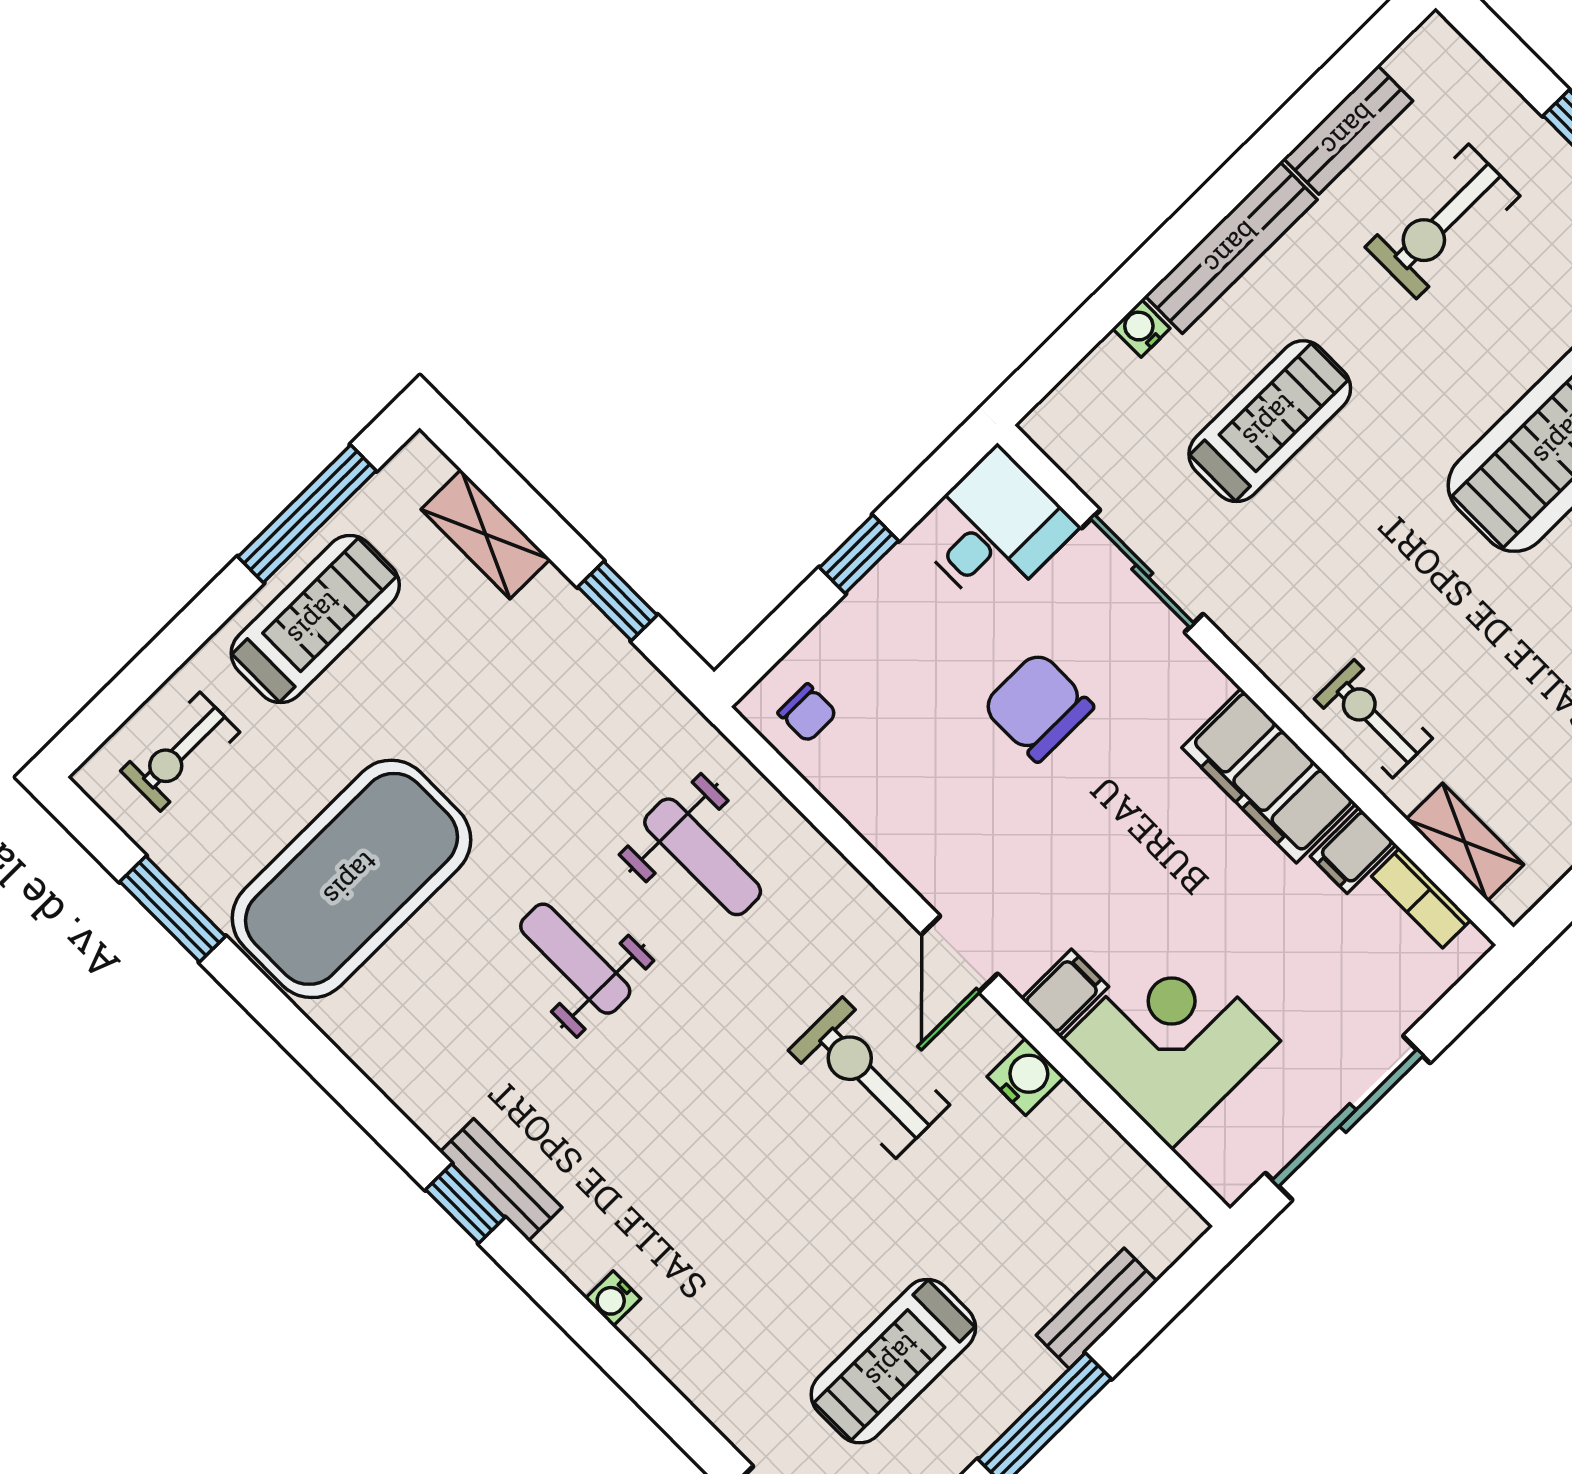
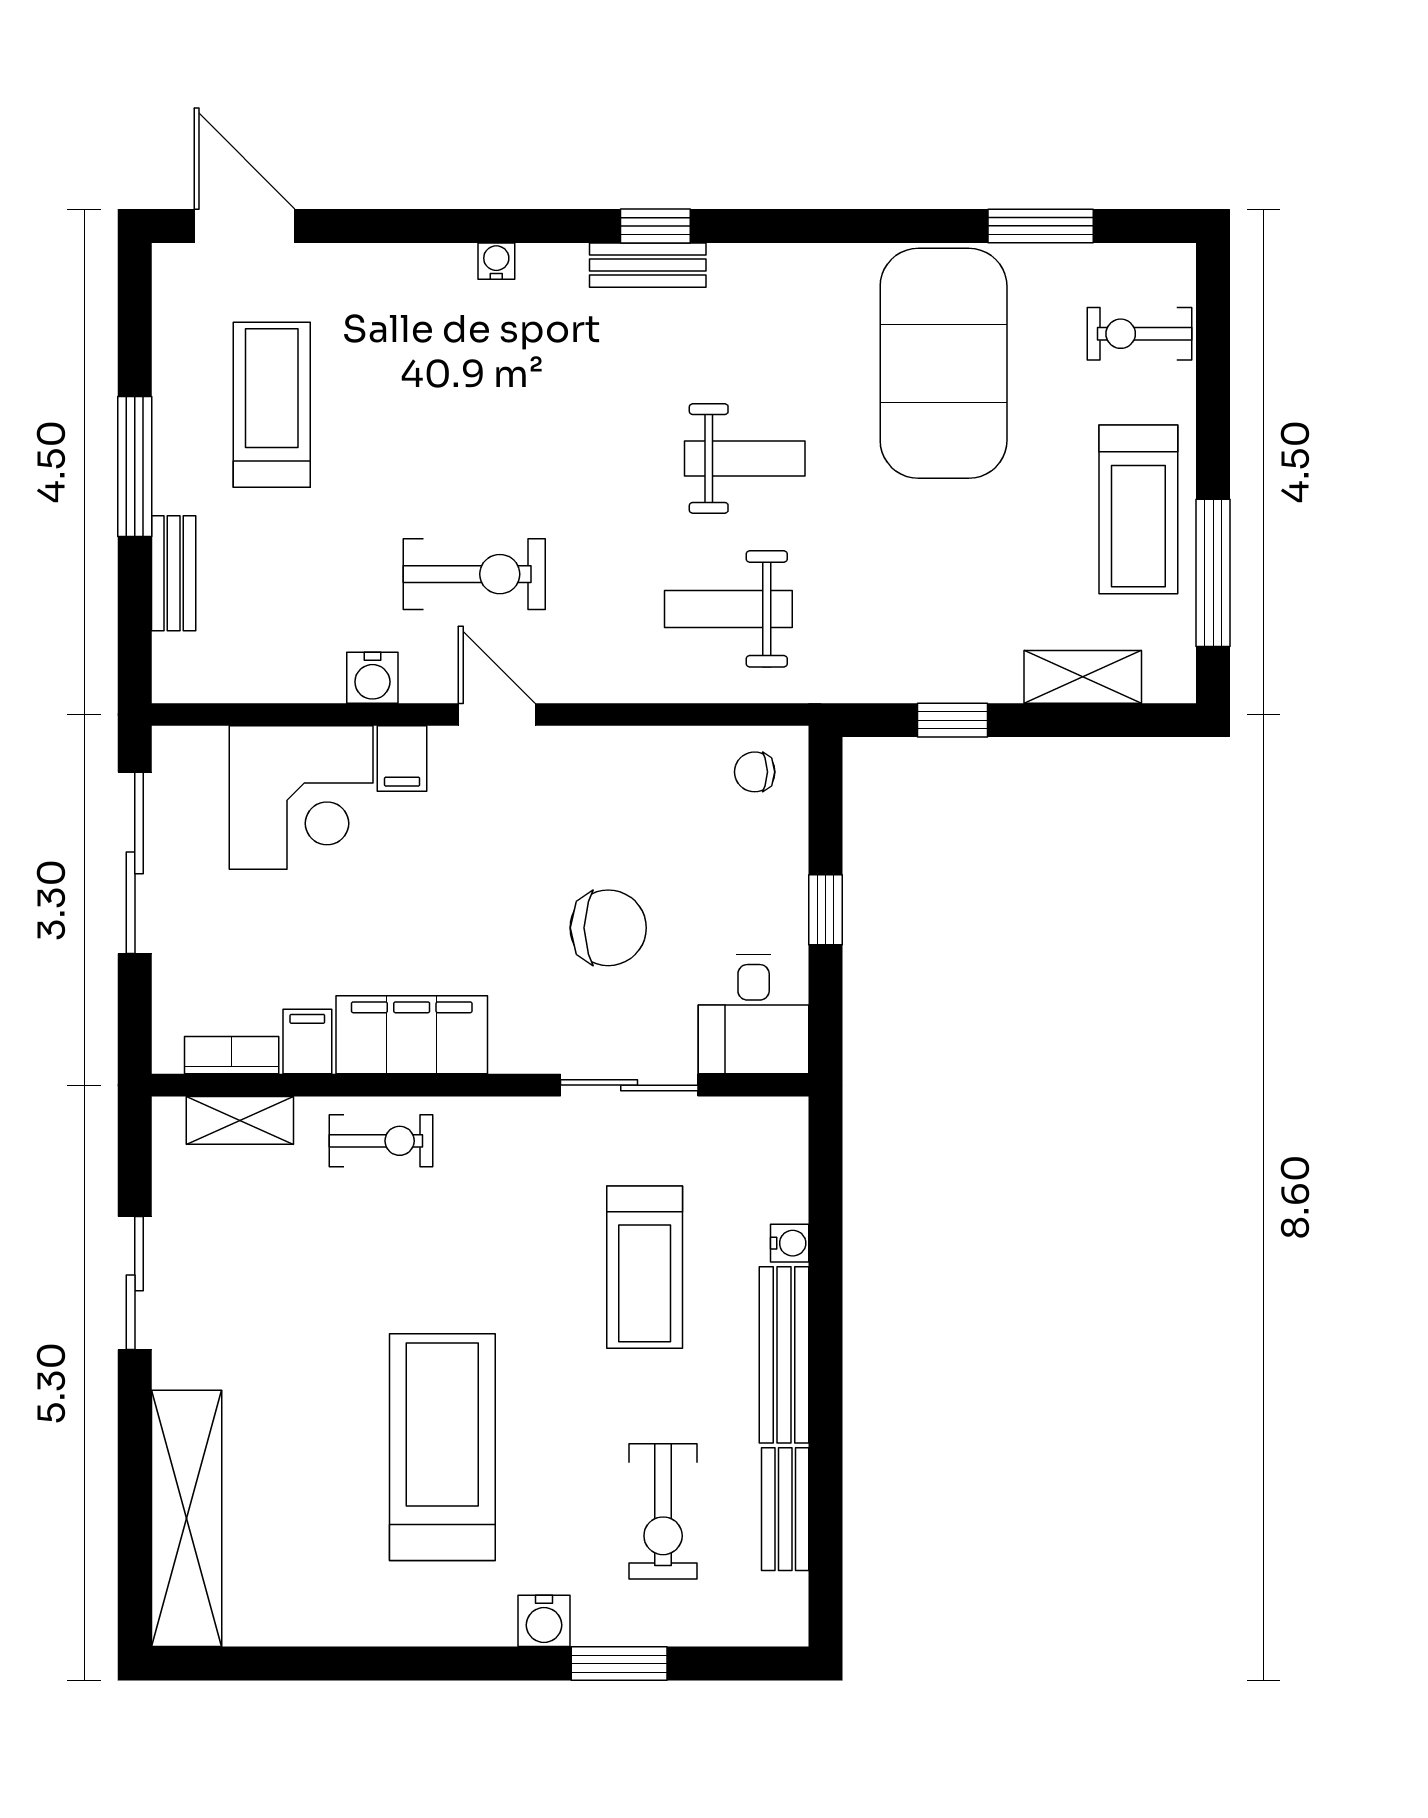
exercise bike: (1443, 221) -> (663, 1511), turned 180
exercise bike: (180, 752) -> (1139, 334), turned -90

